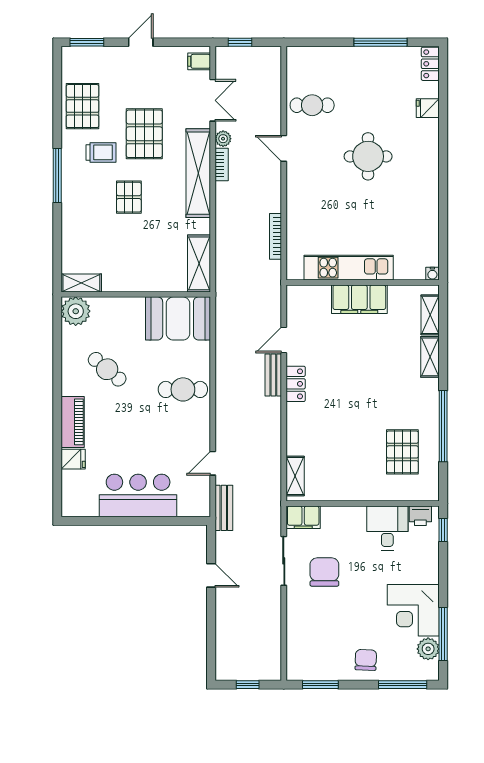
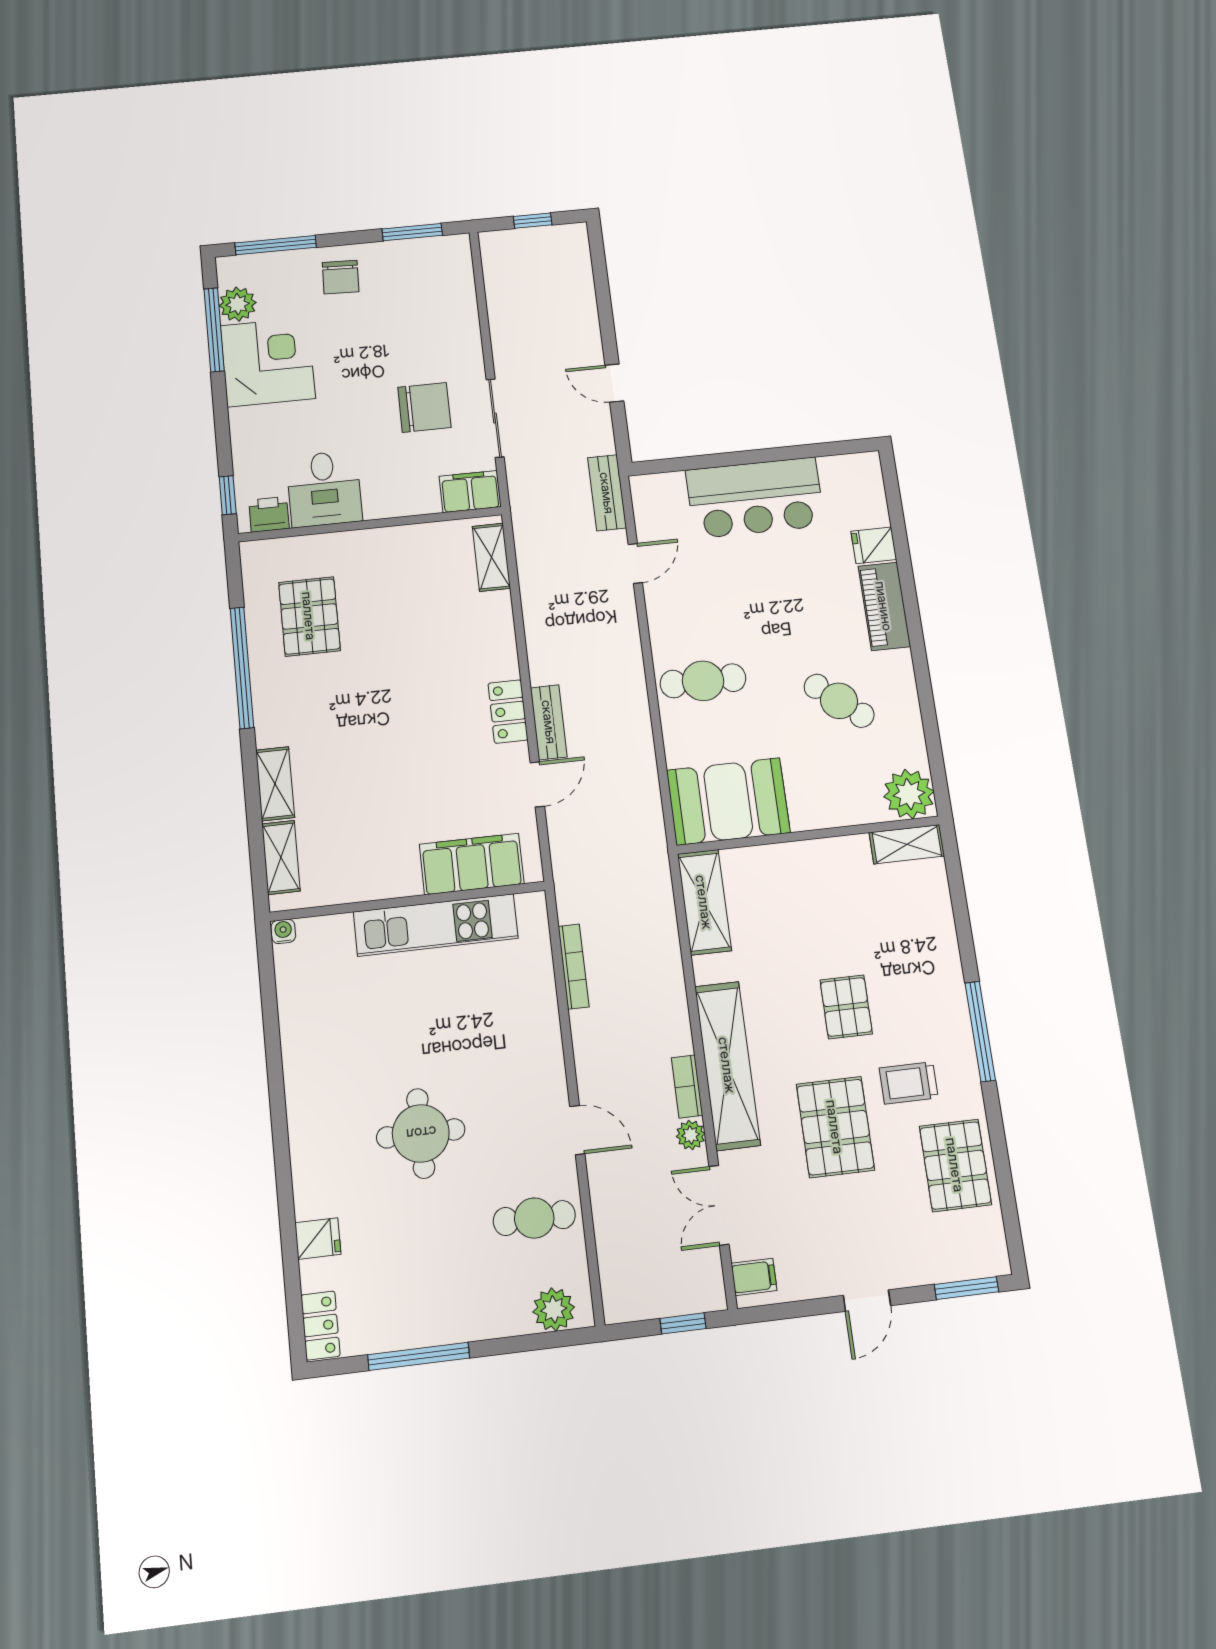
plant: (307, 57) -> (554, 1309), added
filing cabinet: (359, 299) -> (472, 864), moved
chair: (324, 572) -> (424, 407), turned -90

